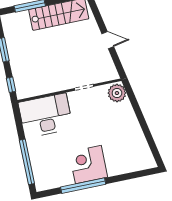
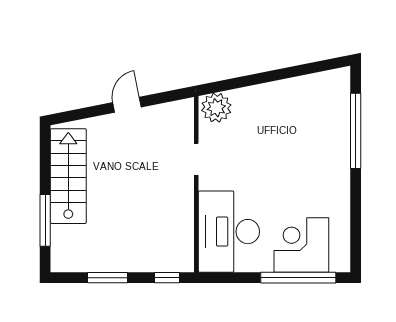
corner desk: (88, 165) -> (301, 245), moved, turned 90
window: (83, 186) -> (356, 131), moved

